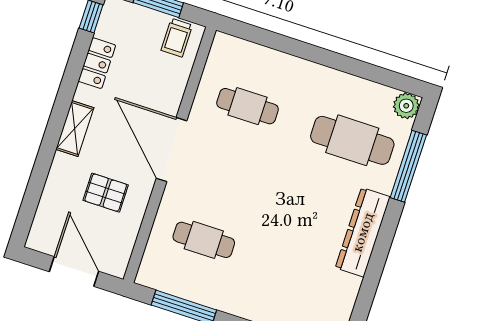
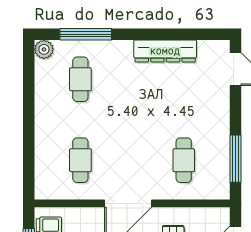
cafe table: (352, 140) -> (80, 79), width x0.73, depth x0.74
dresser: (363, 232) -> (165, 51), moved

